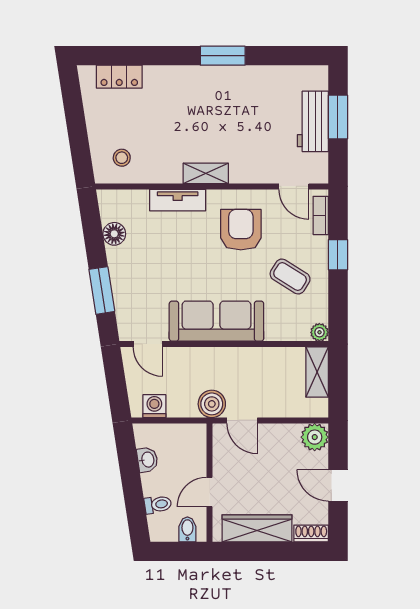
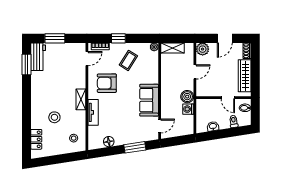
window: (223, 56) -> (27, 65), moved
stool: (167, 116) -> (54, 117), added
workbench: (313, 121) -> (38, 57), moved, turned -90
sofa: (216, 321) -> (149, 100), width x0.73
washing machine: (154, 406) -> (188, 109), moved
door: (242, 420) -> (195, 72), moved

